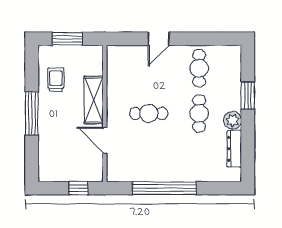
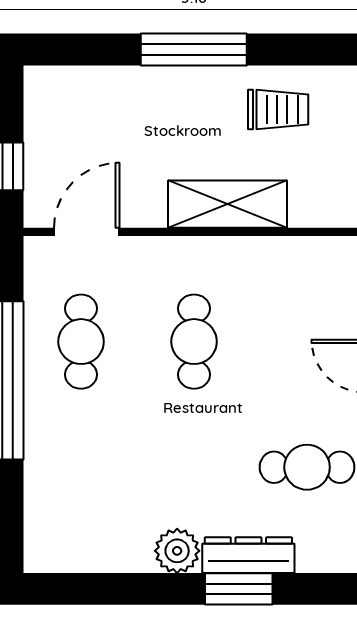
cafe table: (199, 113) -> (81, 342), moved, turned 90
door: (105, 140) -> (87, 232), moved
dresser: (234, 149) -> (248, 555), moved

